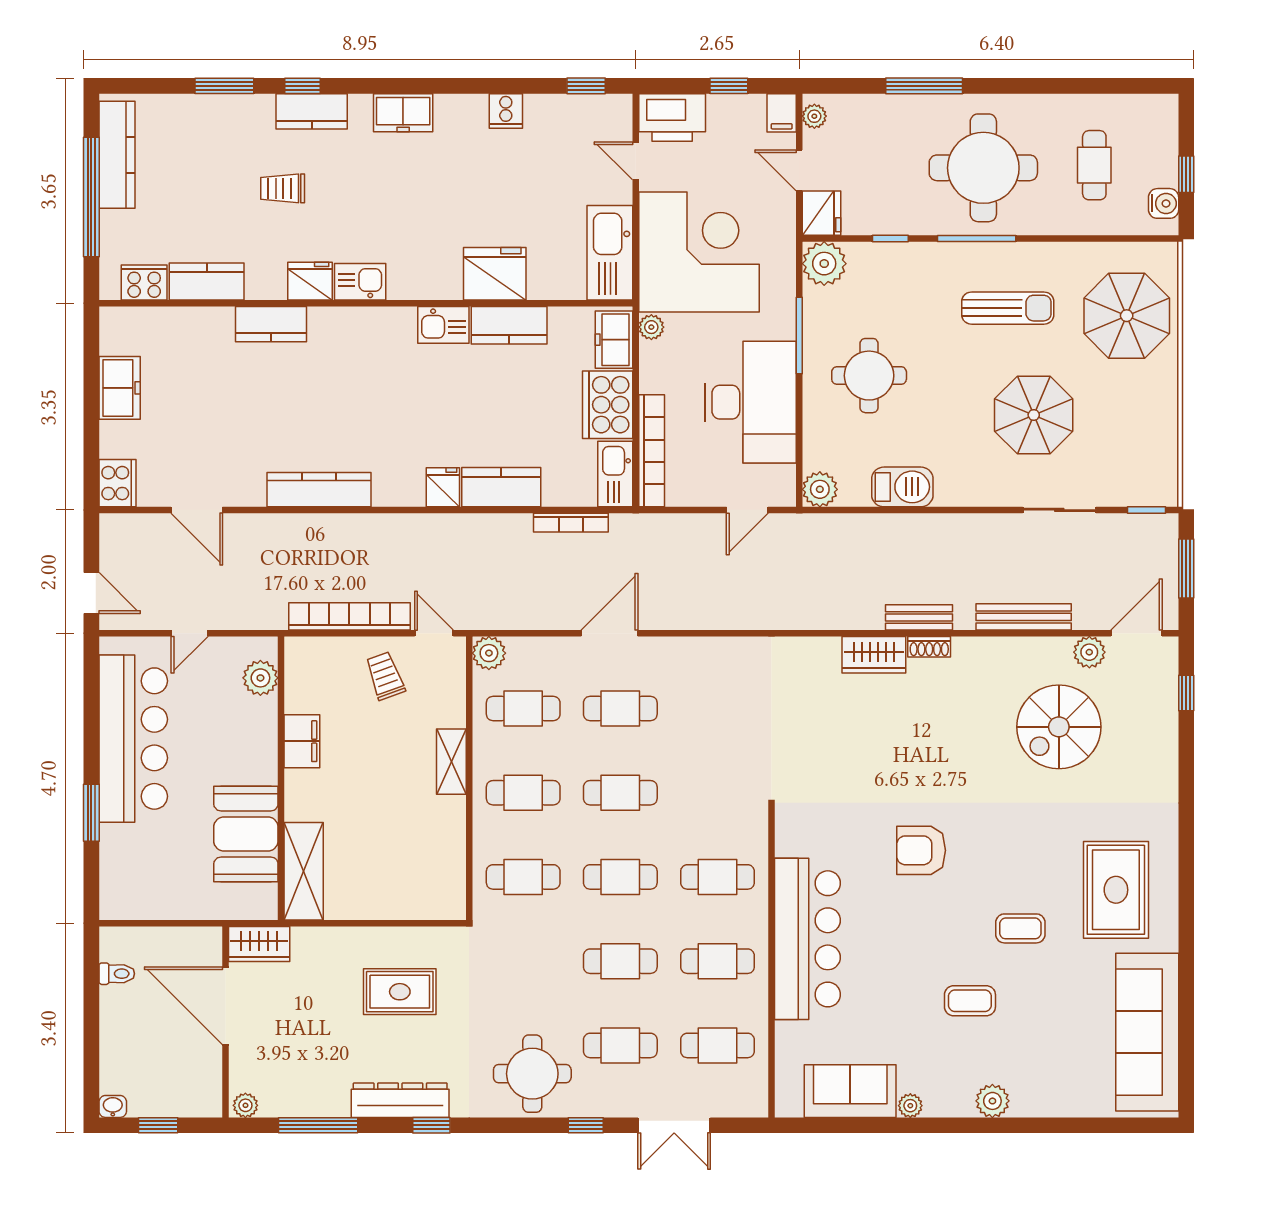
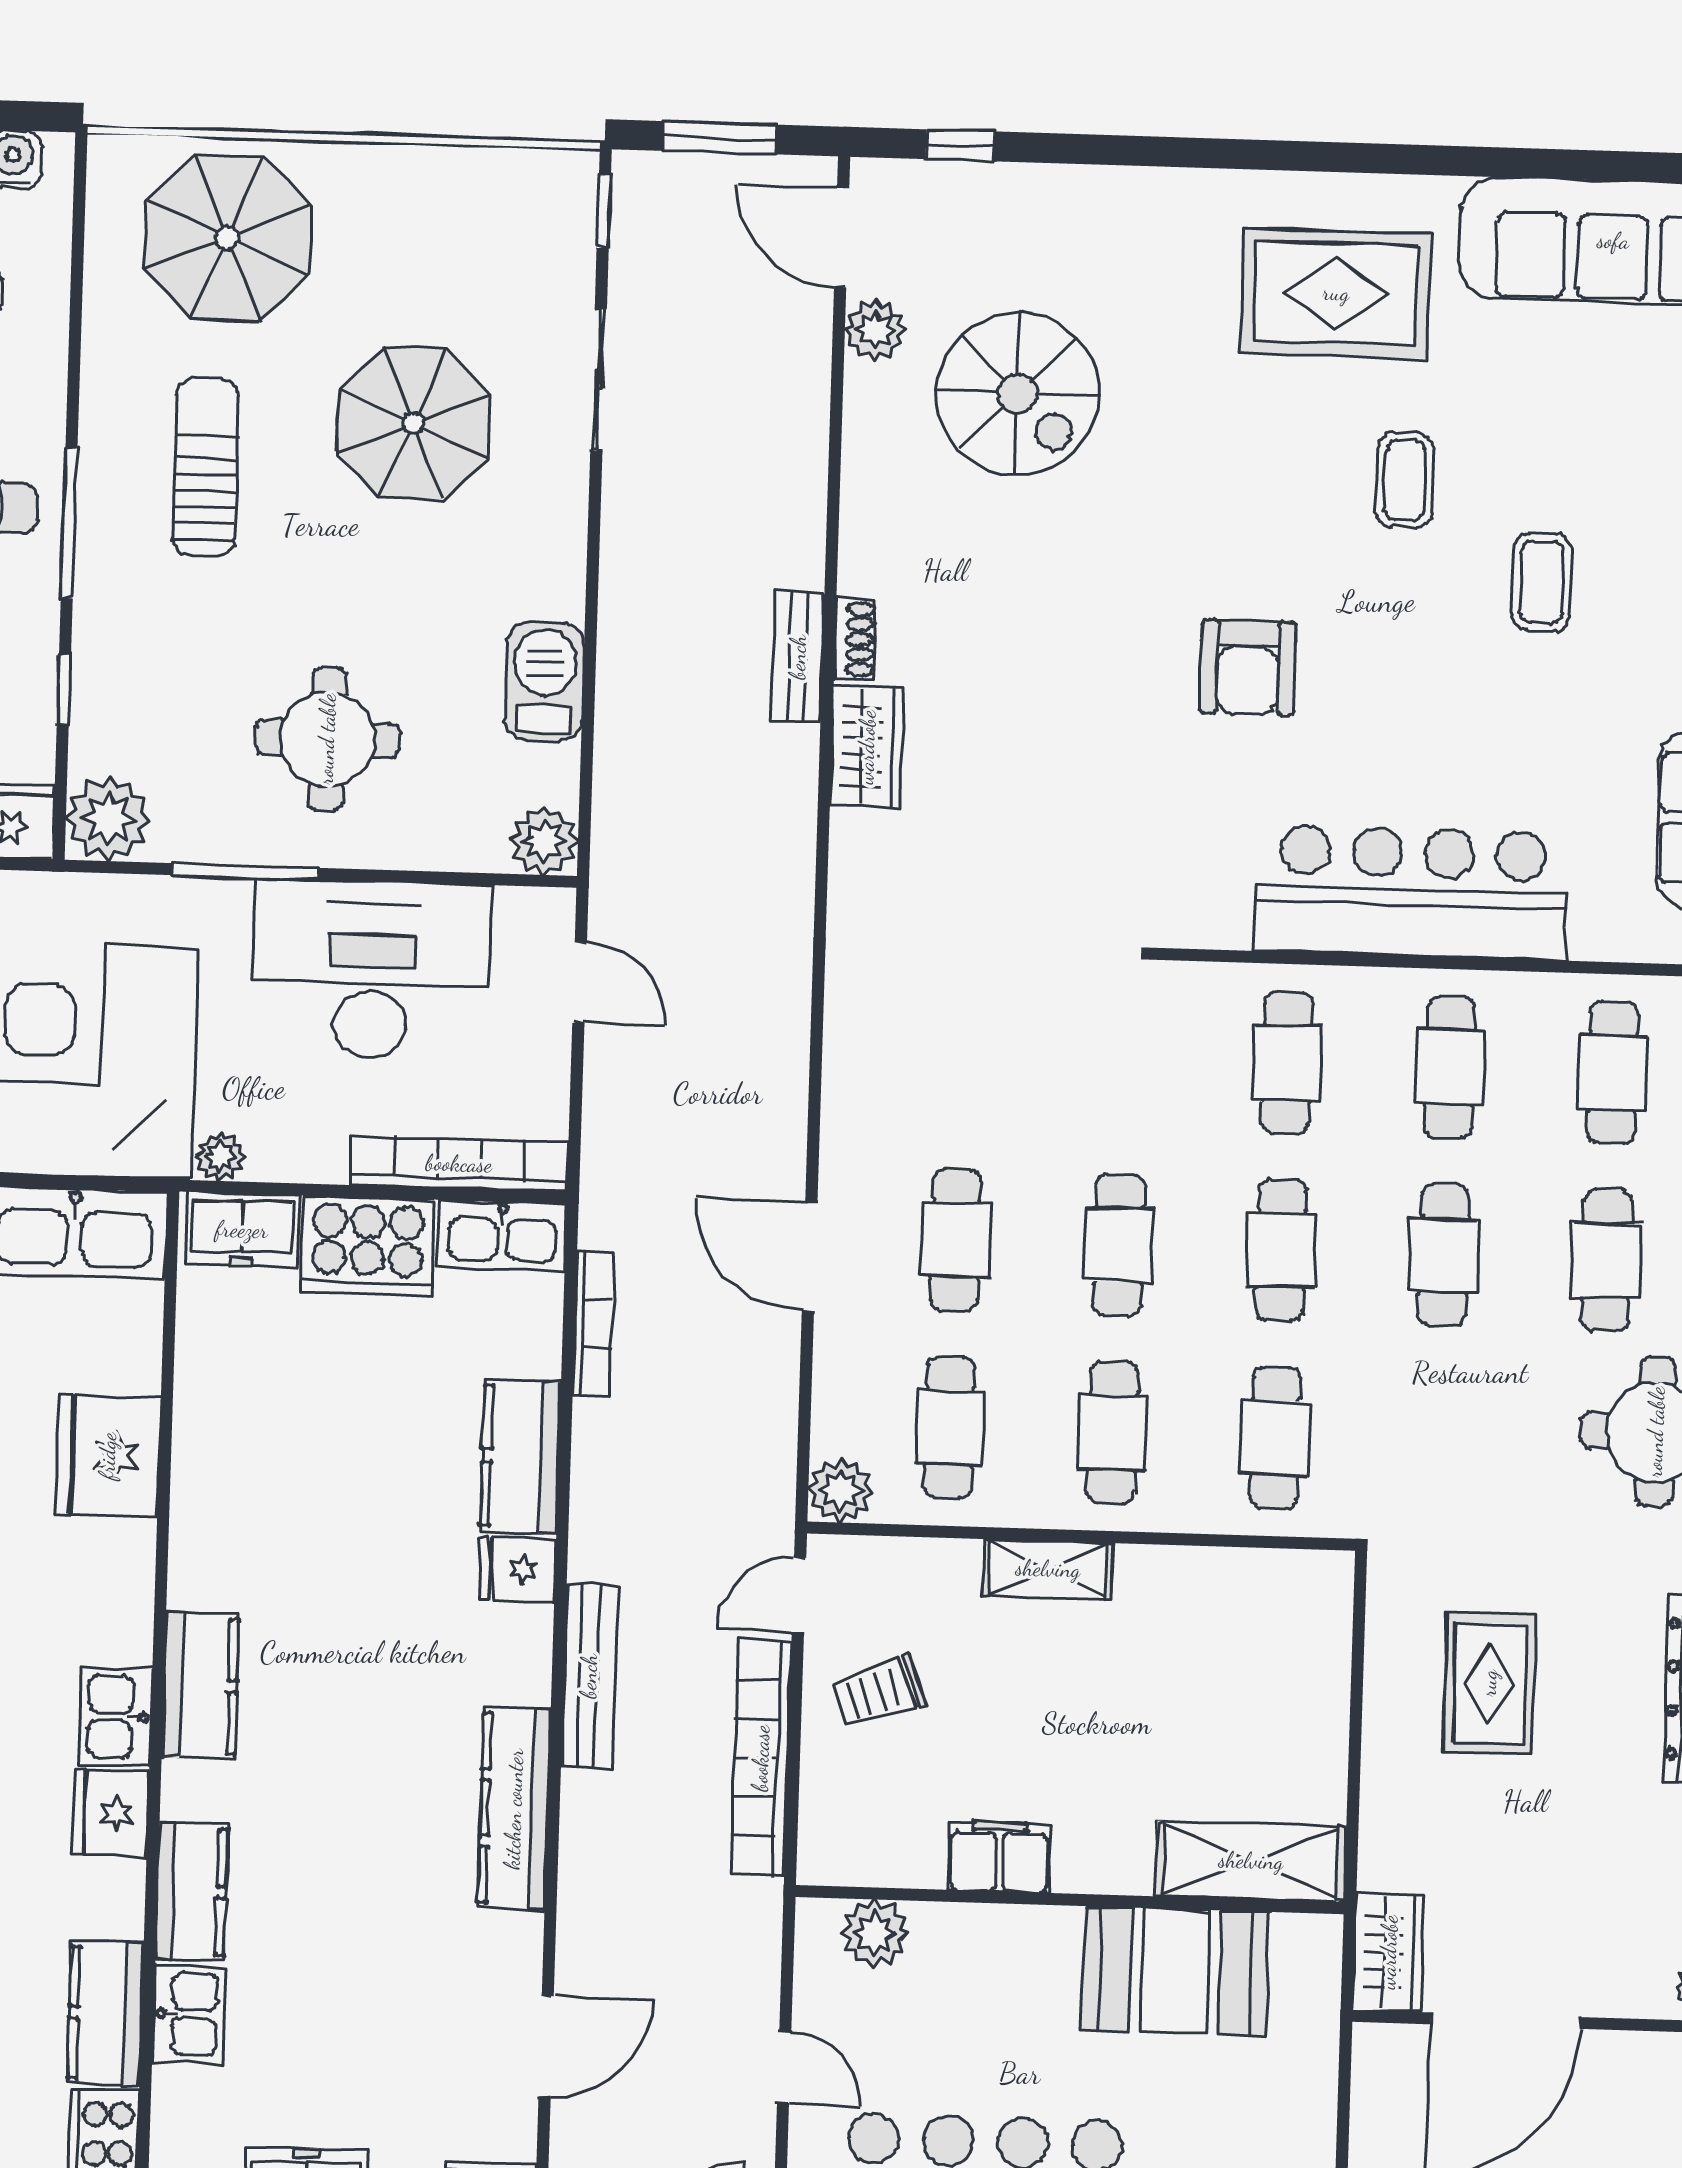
kitchen sink: (443, 325) -> (189, 2014), moved
kitchen counter: (509, 325) -> (200, 1686), moved
bench: (1024, 617) -> (589, 1676), moved

